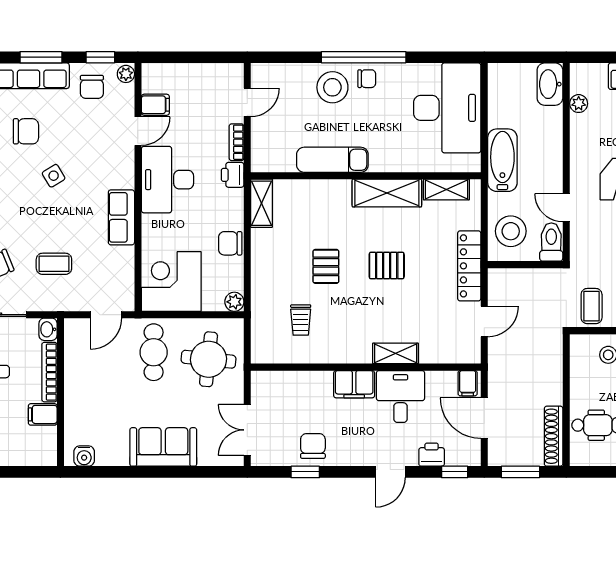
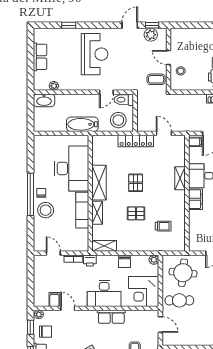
desk: (447, 108) -> (72, 168), moved, turned 90
desk: (167, 180) -> (104, 293), moved
shelving: (446, 189) -> (97, 213), moved

